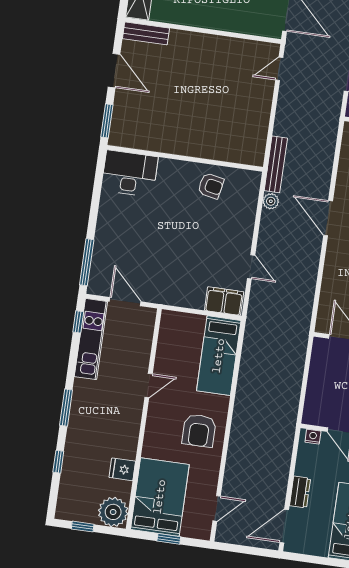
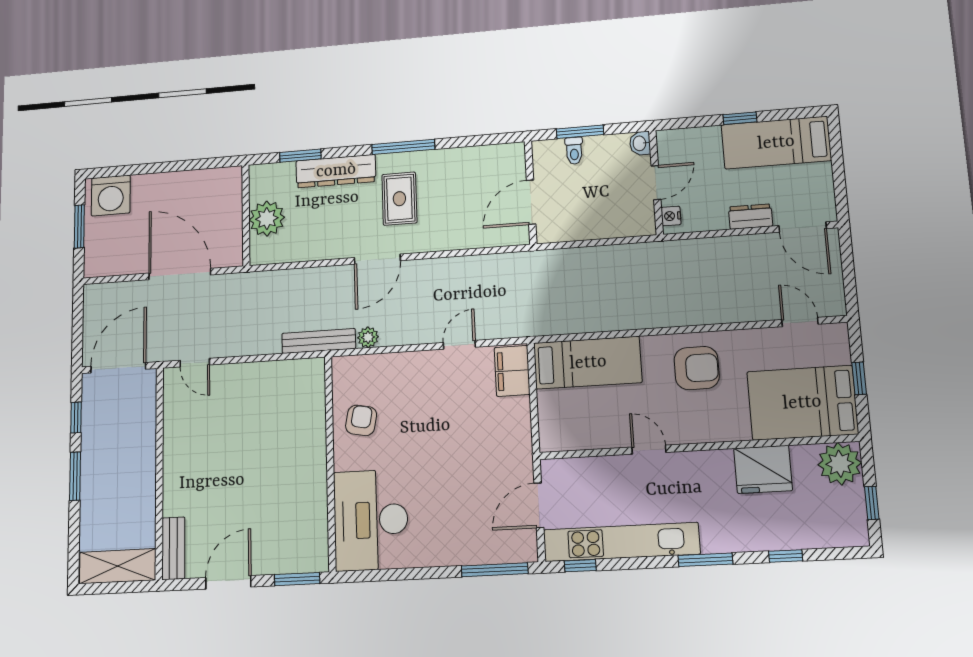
desk: (130, 173) -> (371, 520), width x1.36, depth x1.30
kitchen unit: (91, 339) -> (621, 542), width x1.36
fridge: (122, 469) -> (763, 469), width x1.88, depth x1.34

